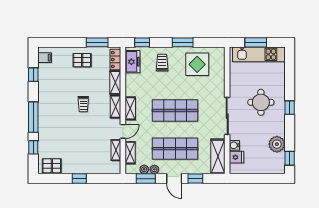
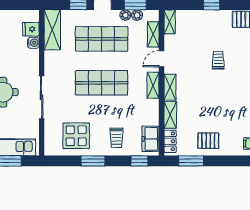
trolley: (83, 104) -> (218, 60), moved
sliding door: (227, 116) -> (42, 97), moved
shelving: (116, 150) -> (170, 22), moved

